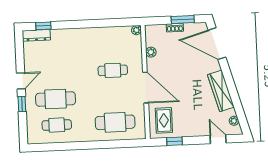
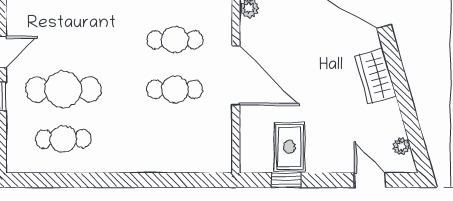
wardrobe: (221, 91) -> (376, 76), width x0.67
rug: (164, 120) -> (289, 147), moved
cafe table: (115, 122) -> (175, 89), moved, width x0.73, depth x0.74

